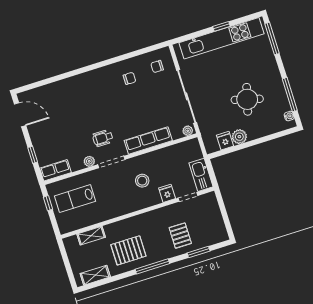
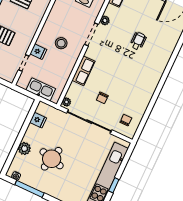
chair: (130, 78) -> (102, 98), moved
plant: (239, 137) -> (24, 149), moved
wheelchair: (103, 138) -> (138, 41), moved
row of seats: (148, 141) -> (83, 71), width x0.68
kitchen sink: (201, 175) -> (41, 89), moved

